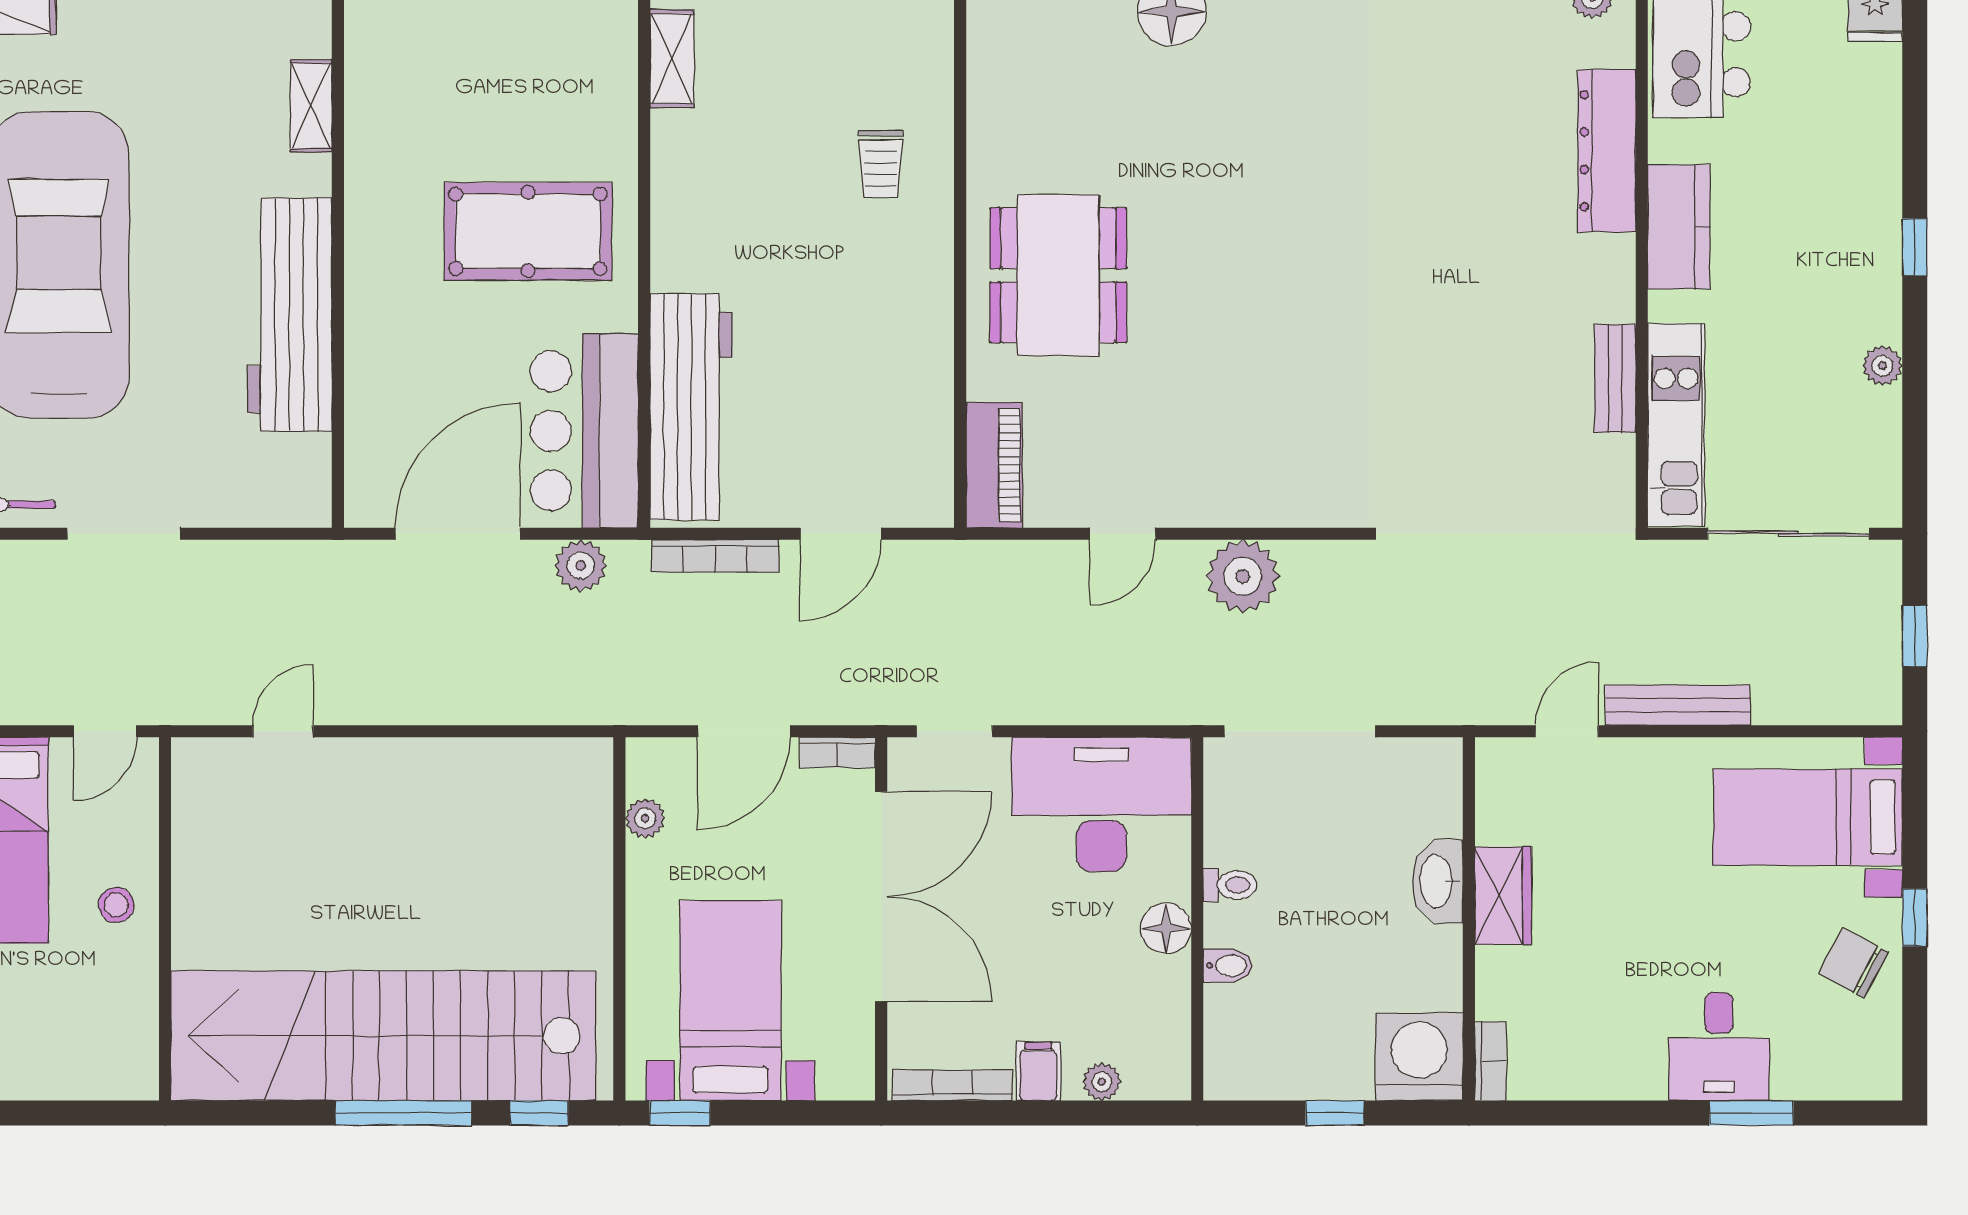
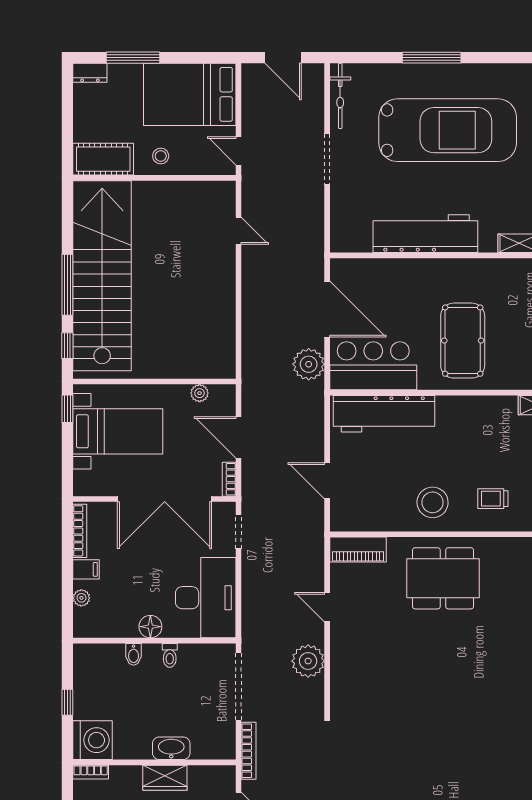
stool: (889, 299) -> (433, 502), added
bookcase: (715, 556) -> (249, 751), moved, turned 180
plant: (581, 566) -> (309, 364), width x1.36, depth x1.36
cot: (123, 1033) -> (103, 159), added

